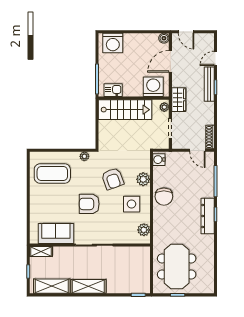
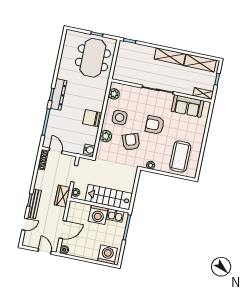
washing machine: (153, 87) -> (98, 215), moved
coffee table: (52, 174) -> (180, 157), turned 90
chair: (164, 197) -> (91, 118), turned -90
armchair: (89, 204) -> (155, 125), turned 180

